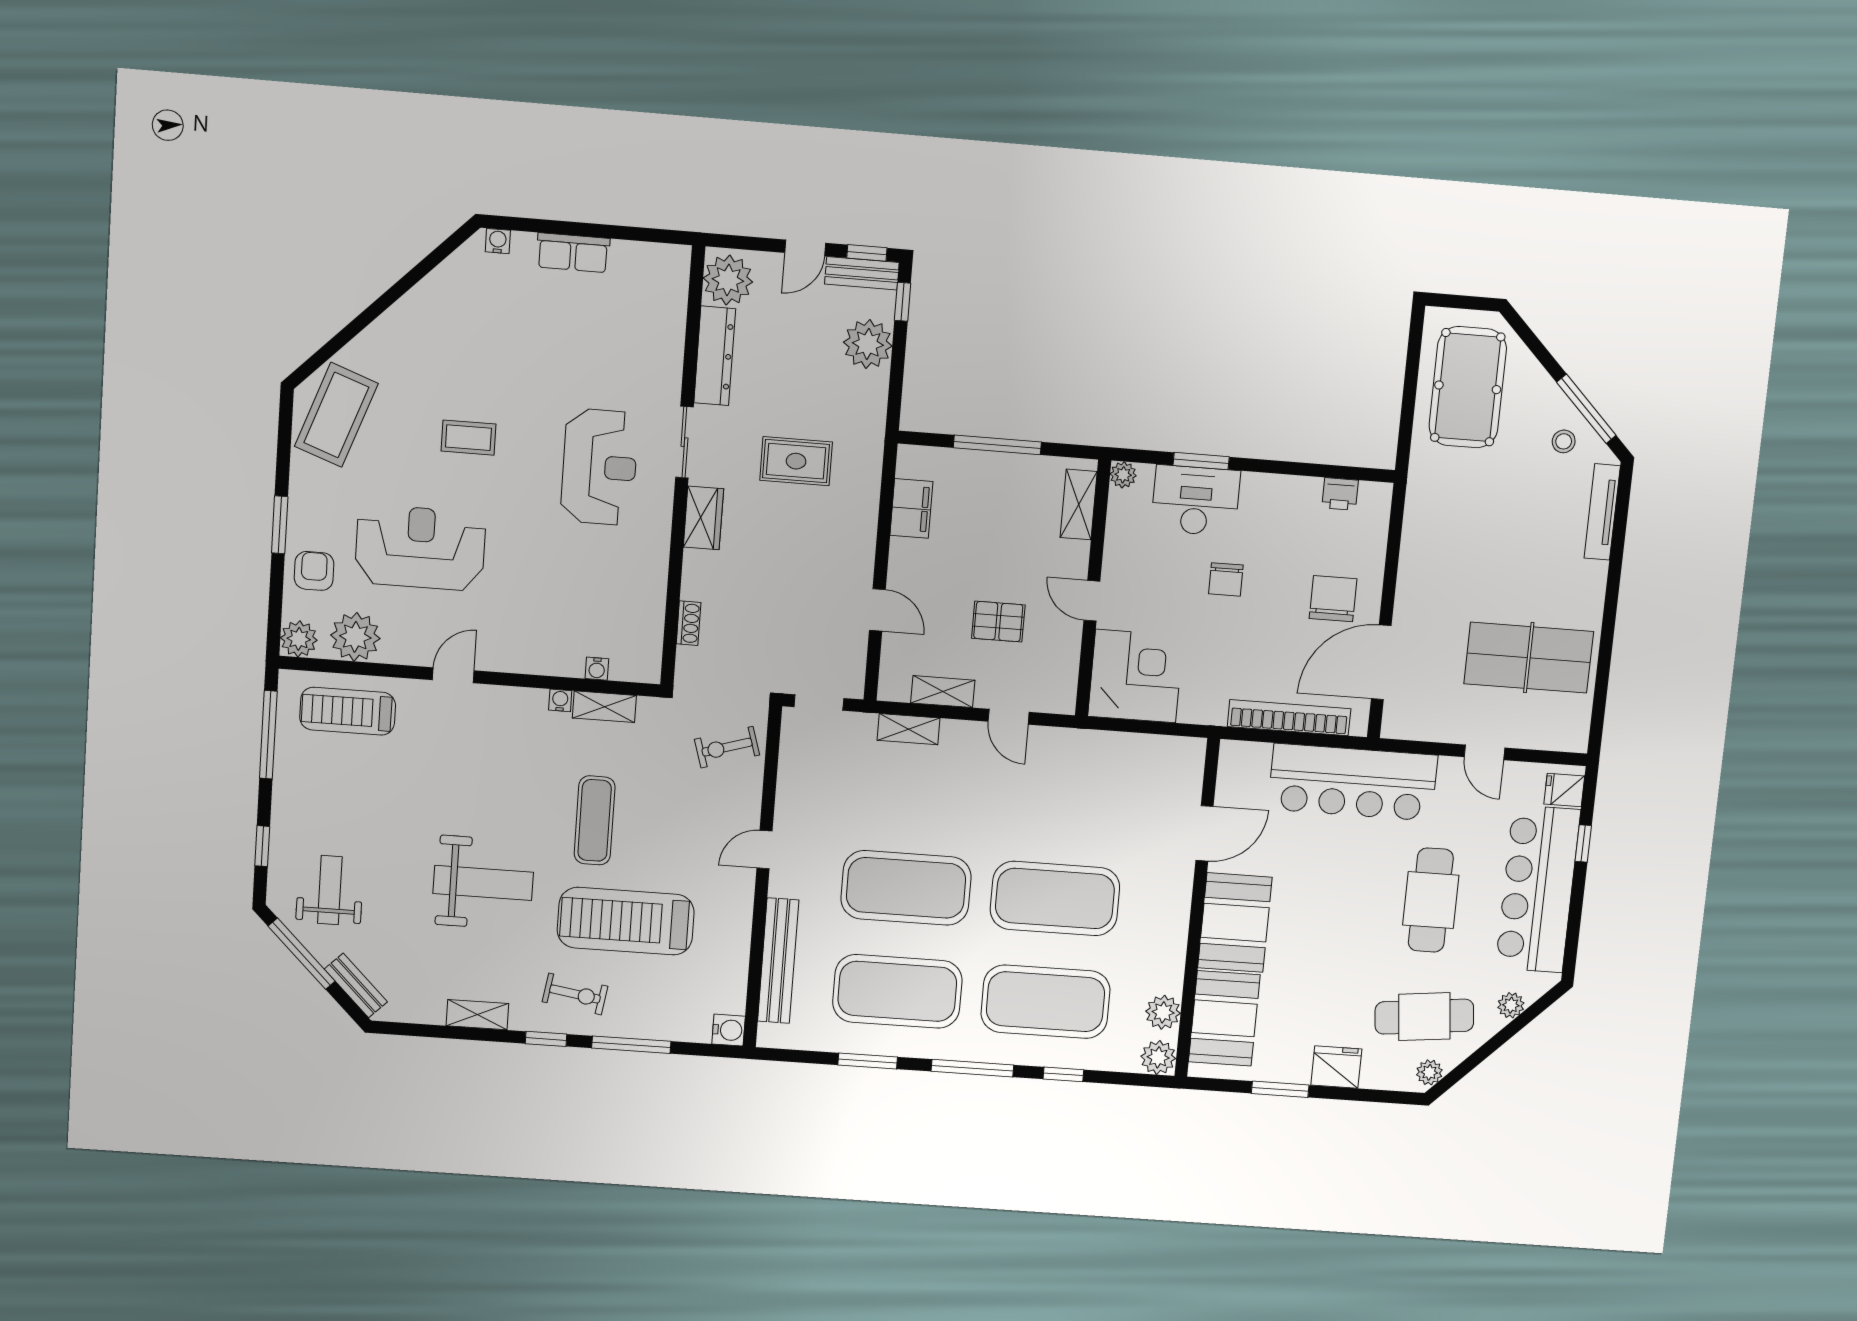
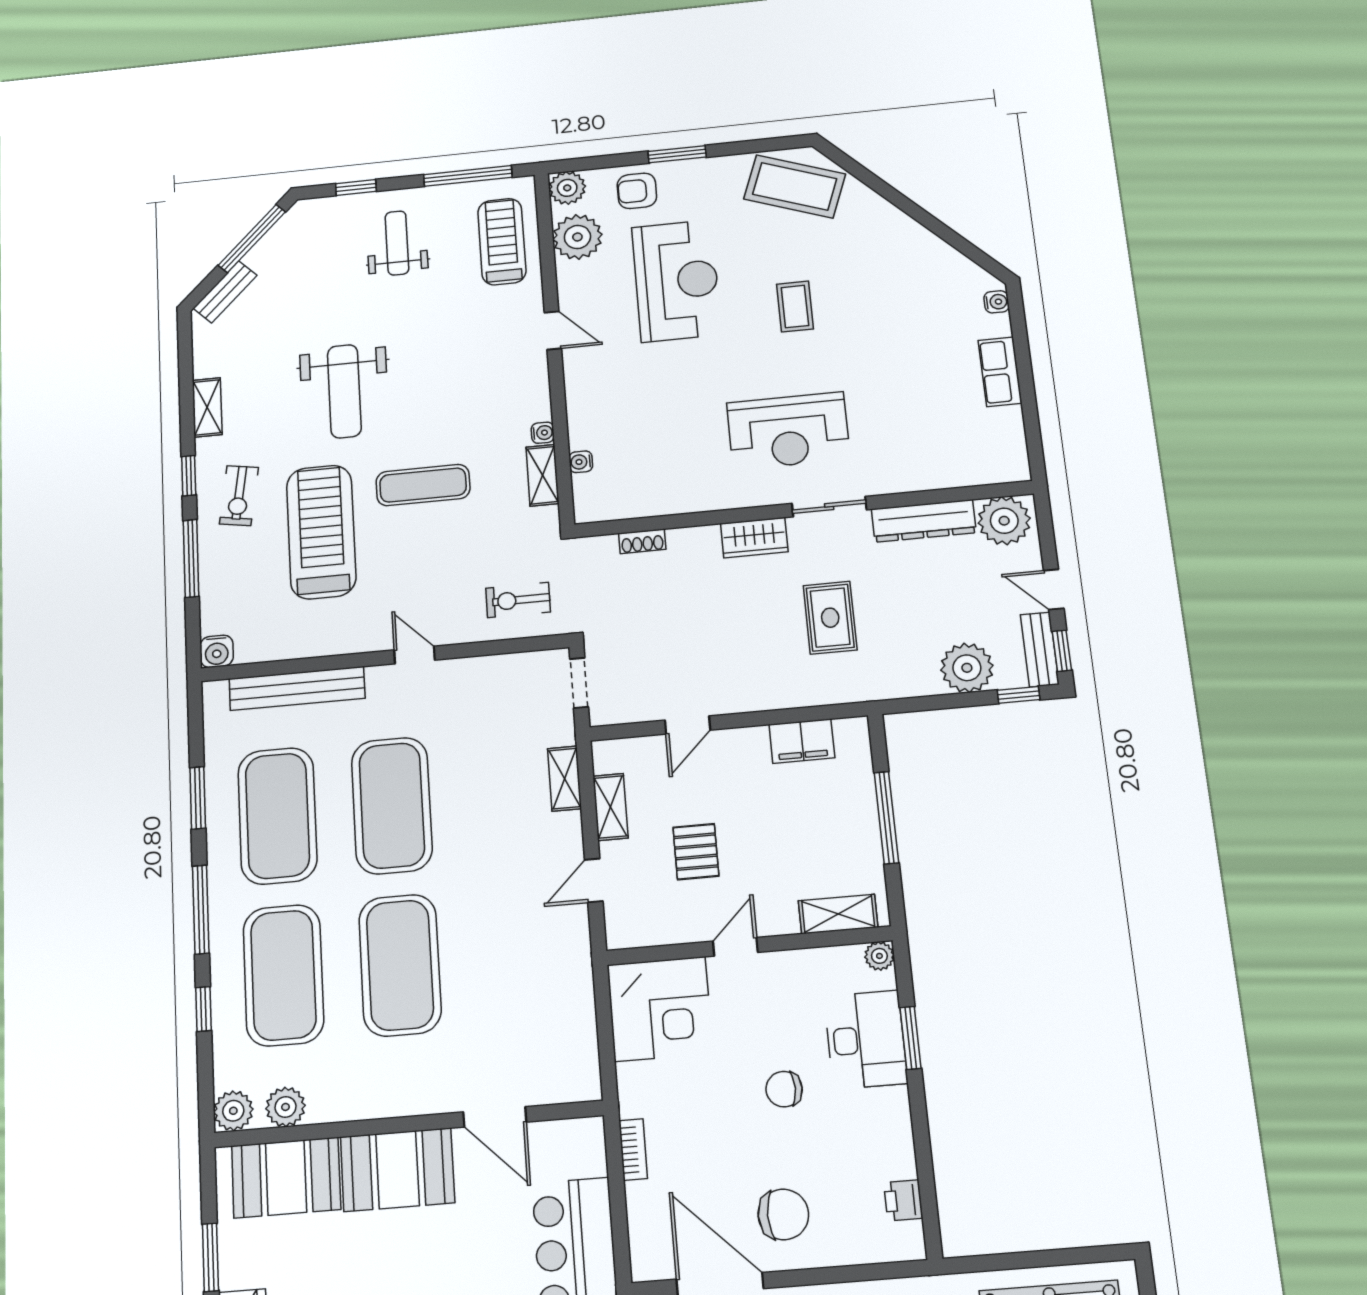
armchair: (314, 571) -> (637, 191), turned 180
bookcase: (1289, 718) -> (633, 1150), width x0.43, depth x0.76
exercise bike: (727, 747) -> (518, 600), turned -73
weight bench: (330, 890) -> (397, 243), moved, turned -90

